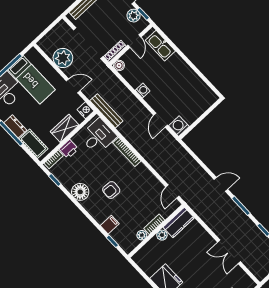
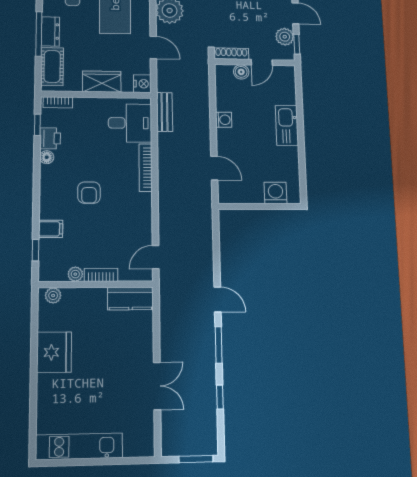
kitchen sink: (160, 46) -> (287, 125), moved
boiler: (119, 65) -> (241, 72), moved
bench: (106, 111) -> (165, 112), width x0.73
door: (161, 120) -> (214, 168), swing flipped
washing machine: (179, 126) -> (276, 193), moved
printer: (69, 149) -> (50, 138), moved, turned -90
armchair: (111, 190) -> (89, 193), turned -93
floor lamp: (80, 192) -> (47, 157), width x0.53, depth x0.53
plant: (162, 235) -> (53, 295), moved
double door: (229, 252) -> (157, 386), swing flipped

